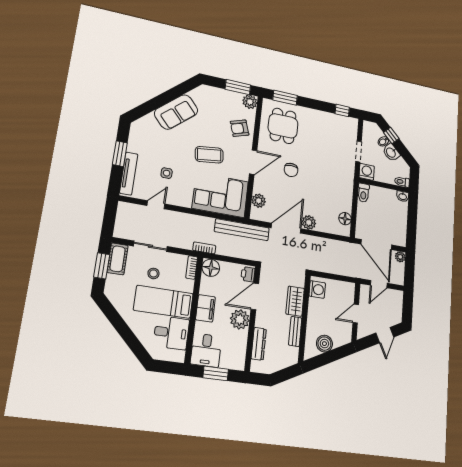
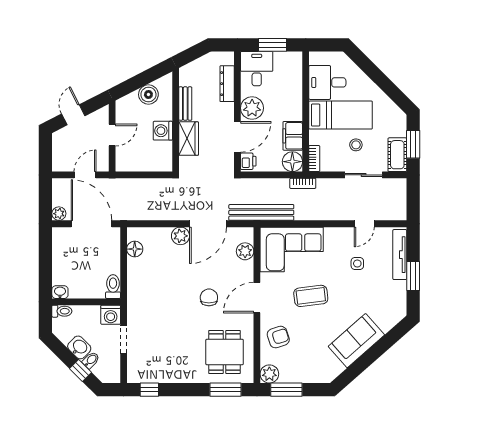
washing machine: (317, 289) -> (163, 131), moved
filing cabinet: (205, 308) -> (293, 136), moved
desk: (206, 350) -> (257, 69), moved

